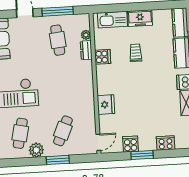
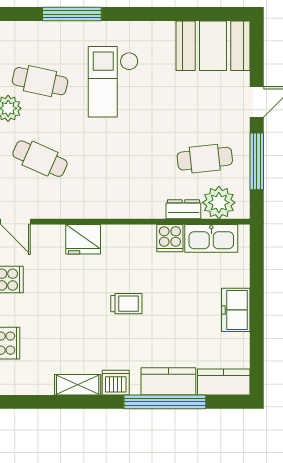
kitchen sink: (112, 20) -> (211, 238), moved, turned -90
plant: (86, 35) -> (219, 203), width x1.88, depth x1.88
trolley: (136, 53) -> (126, 304), moved

